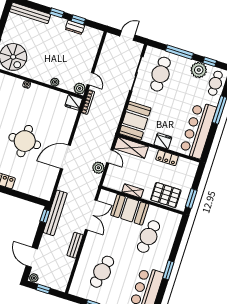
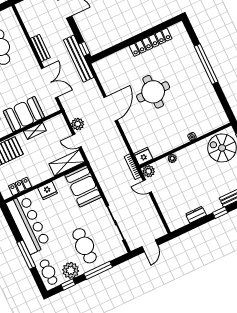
window: (78, 20) -> (199, 223), removed
cafe table: (161, 74) -> (85, 246), moved
locker: (167, 158) -> (20, 186), moved
double door: (91, 215) -> (49, 83), swing flipped

